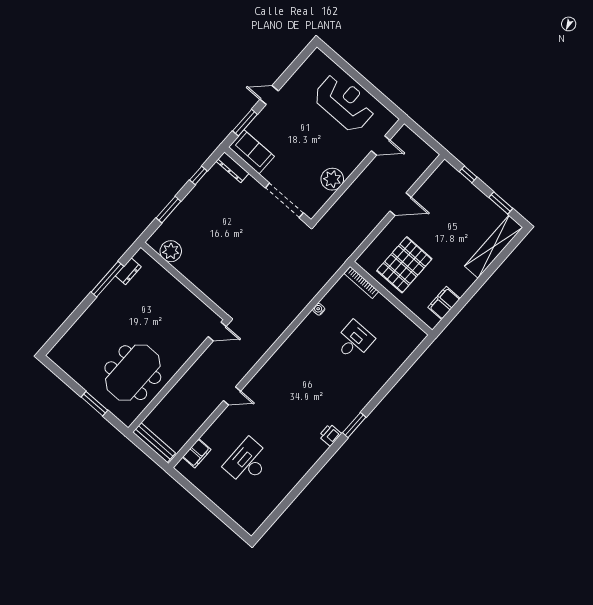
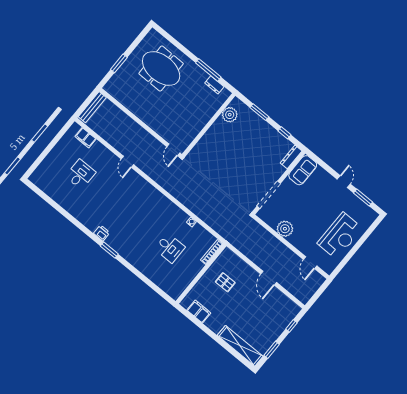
window: (245, 123) -> (363, 197), moved
pallet: (404, 265) -> (225, 282), width x0.49, depth x0.50
meeting table: (133, 373) -> (161, 68), moved
desk: (247, 462) -> (81, 174), width x0.73

